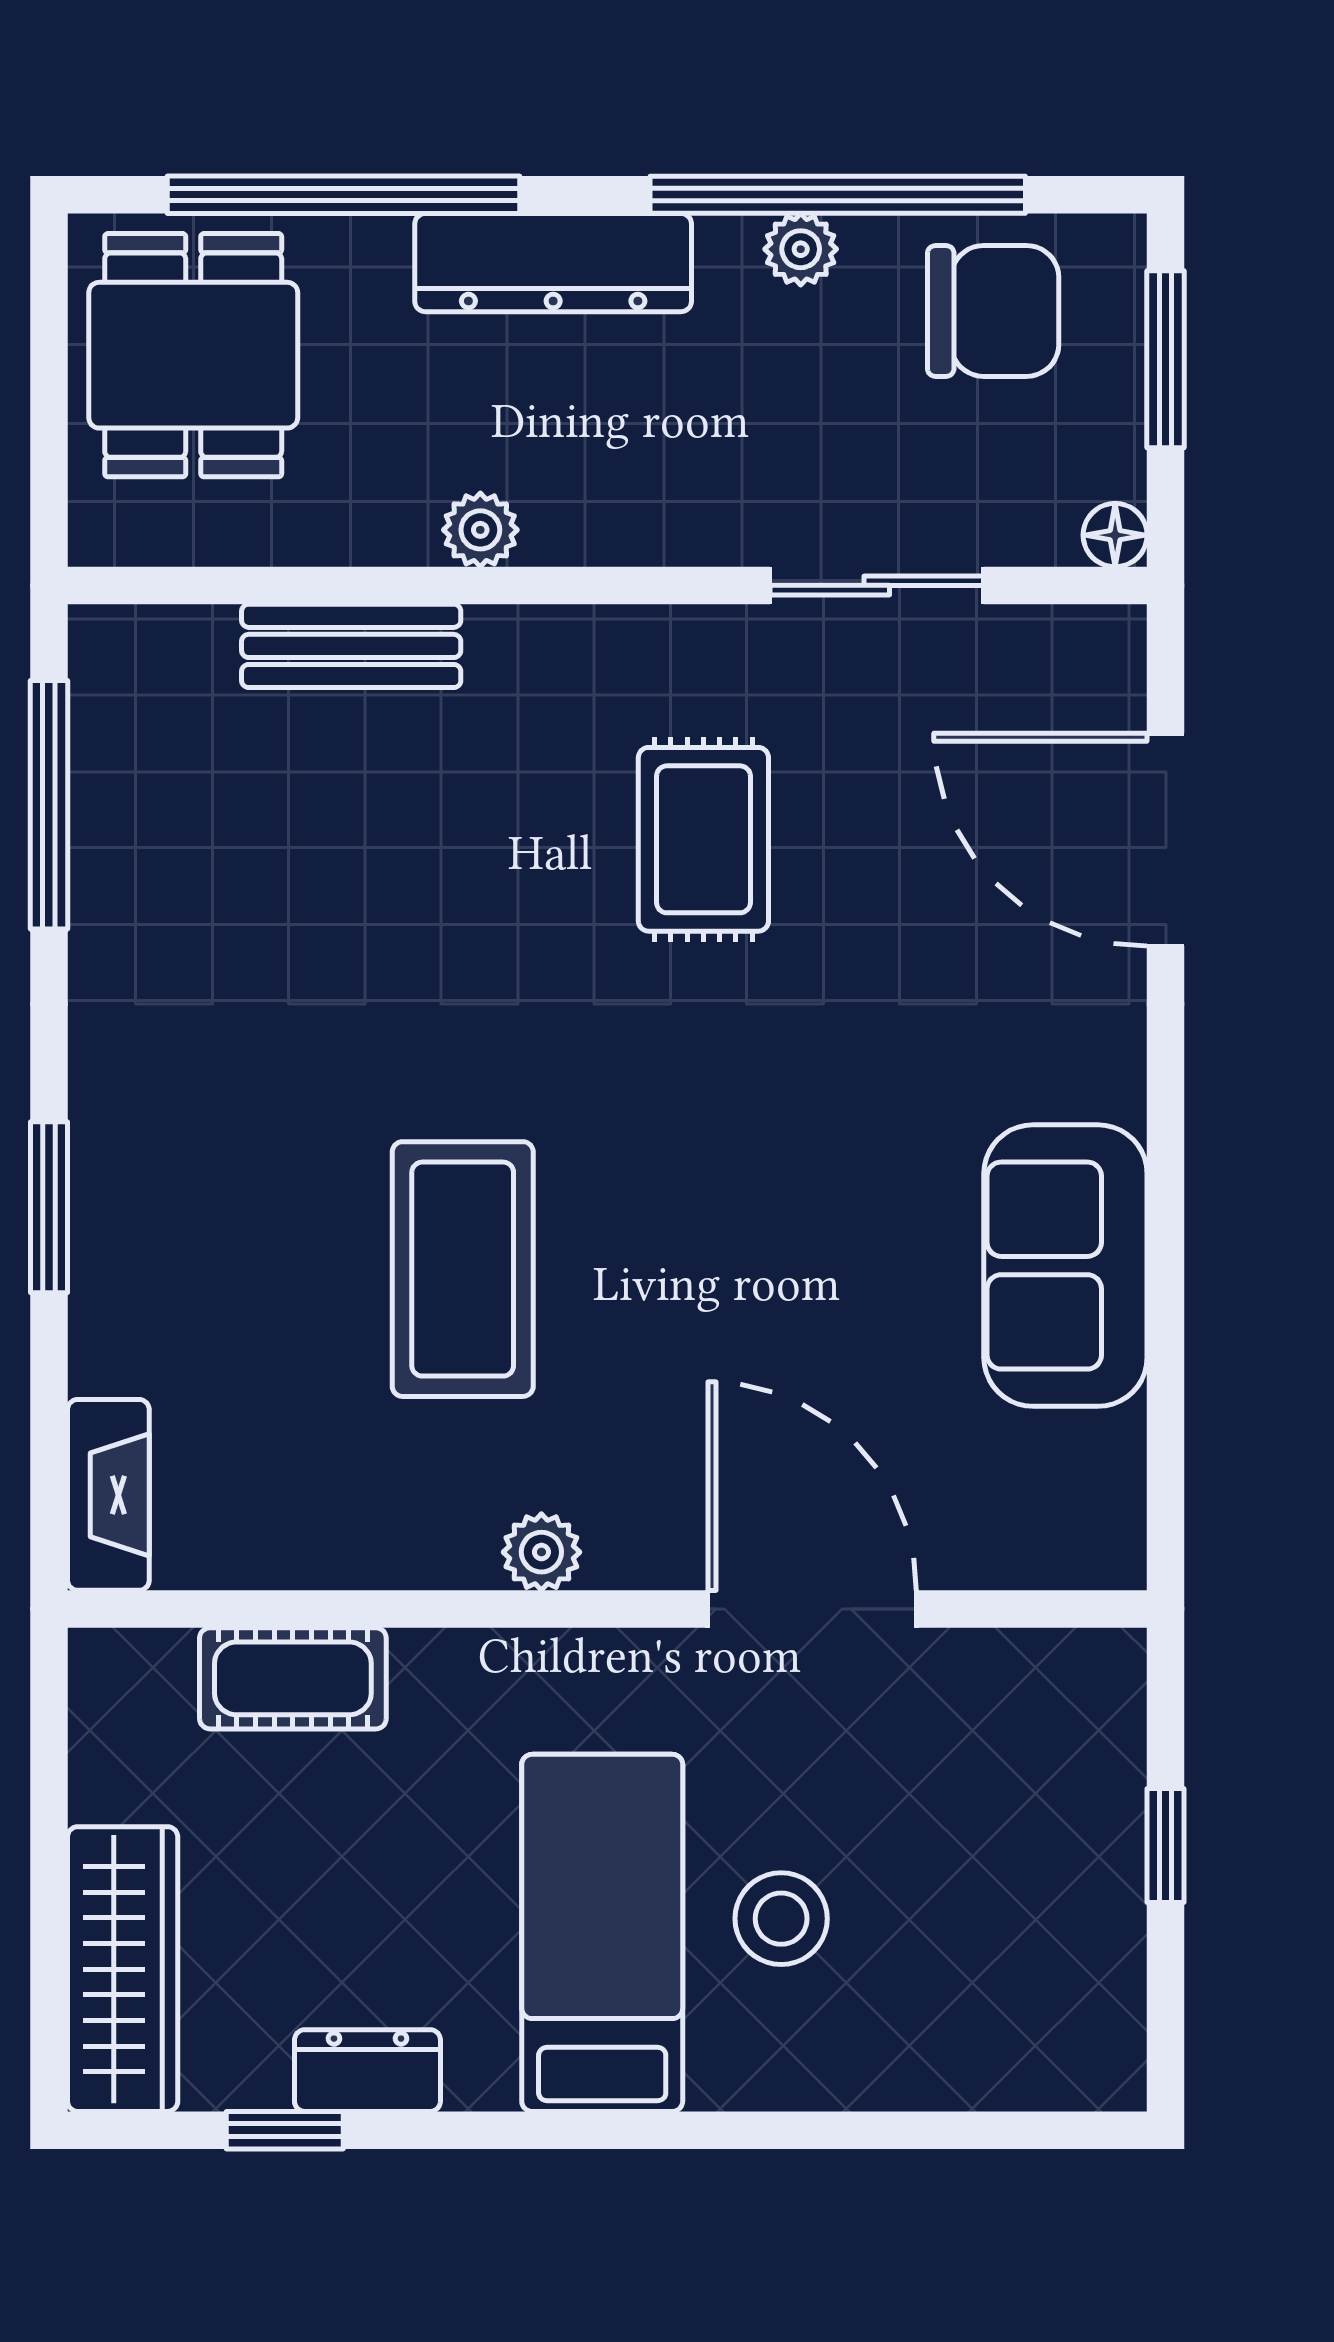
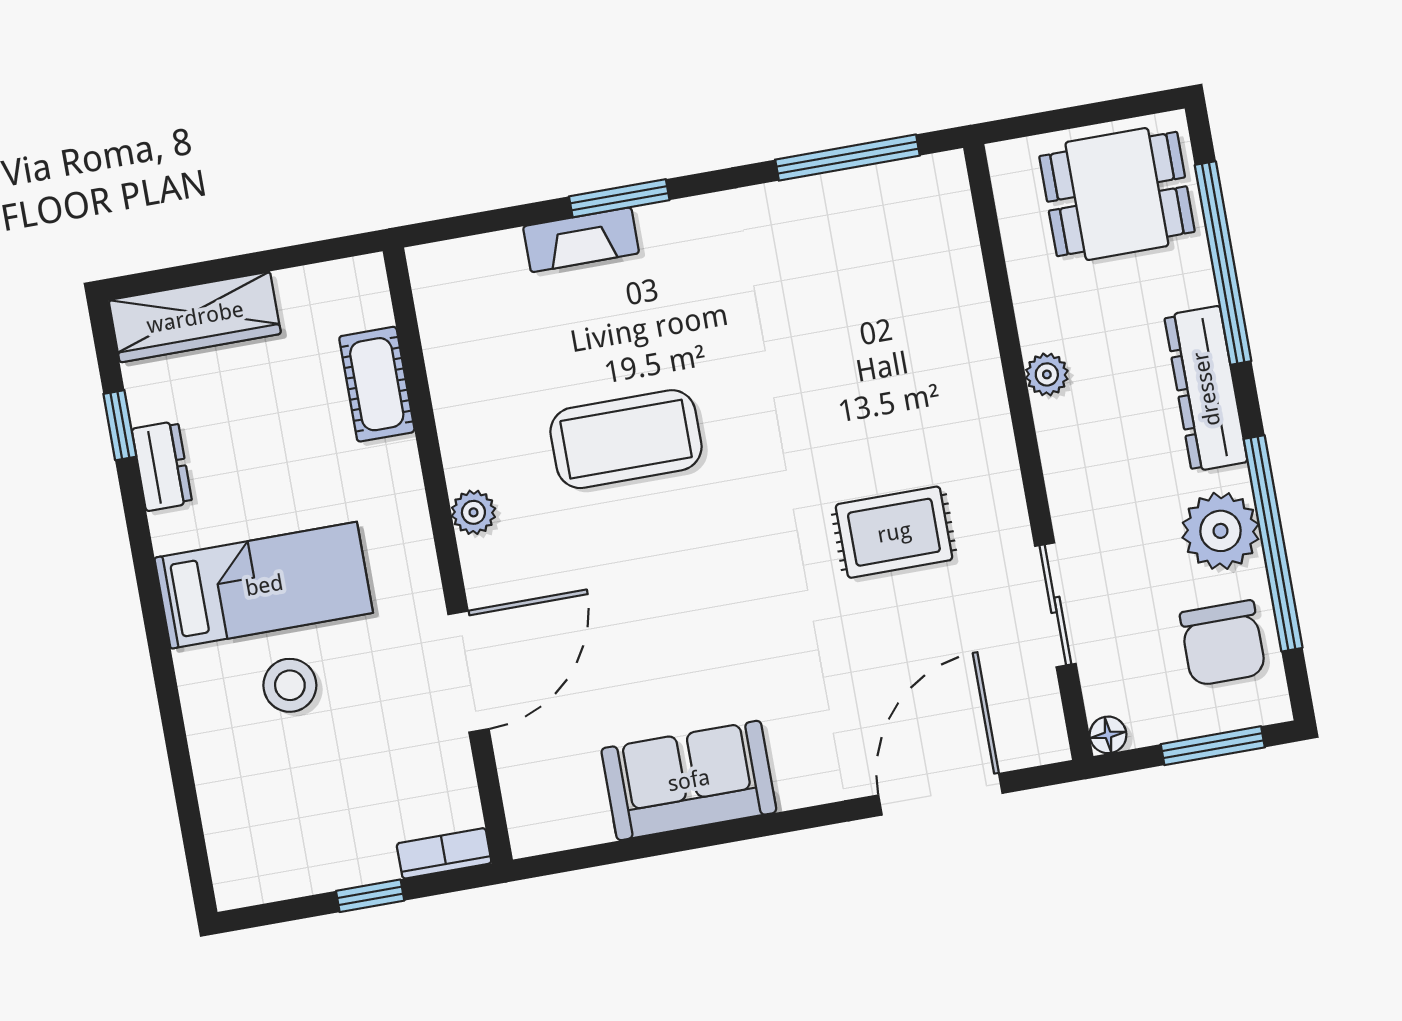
plant: (801, 249) -> (1221, 531), width x1.88, depth x1.88
bench: (351, 646) -> (968, 313), removed
fireplace: (108, 1495) -> (581, 240), moved
bookcase: (1115, 1706) -> (444, 853), added

